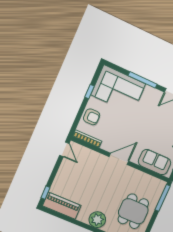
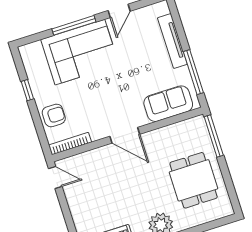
corner sofa: (118, 89) -> (80, 52), moved
door: (119, 159) -> (125, 135), swing flipped

